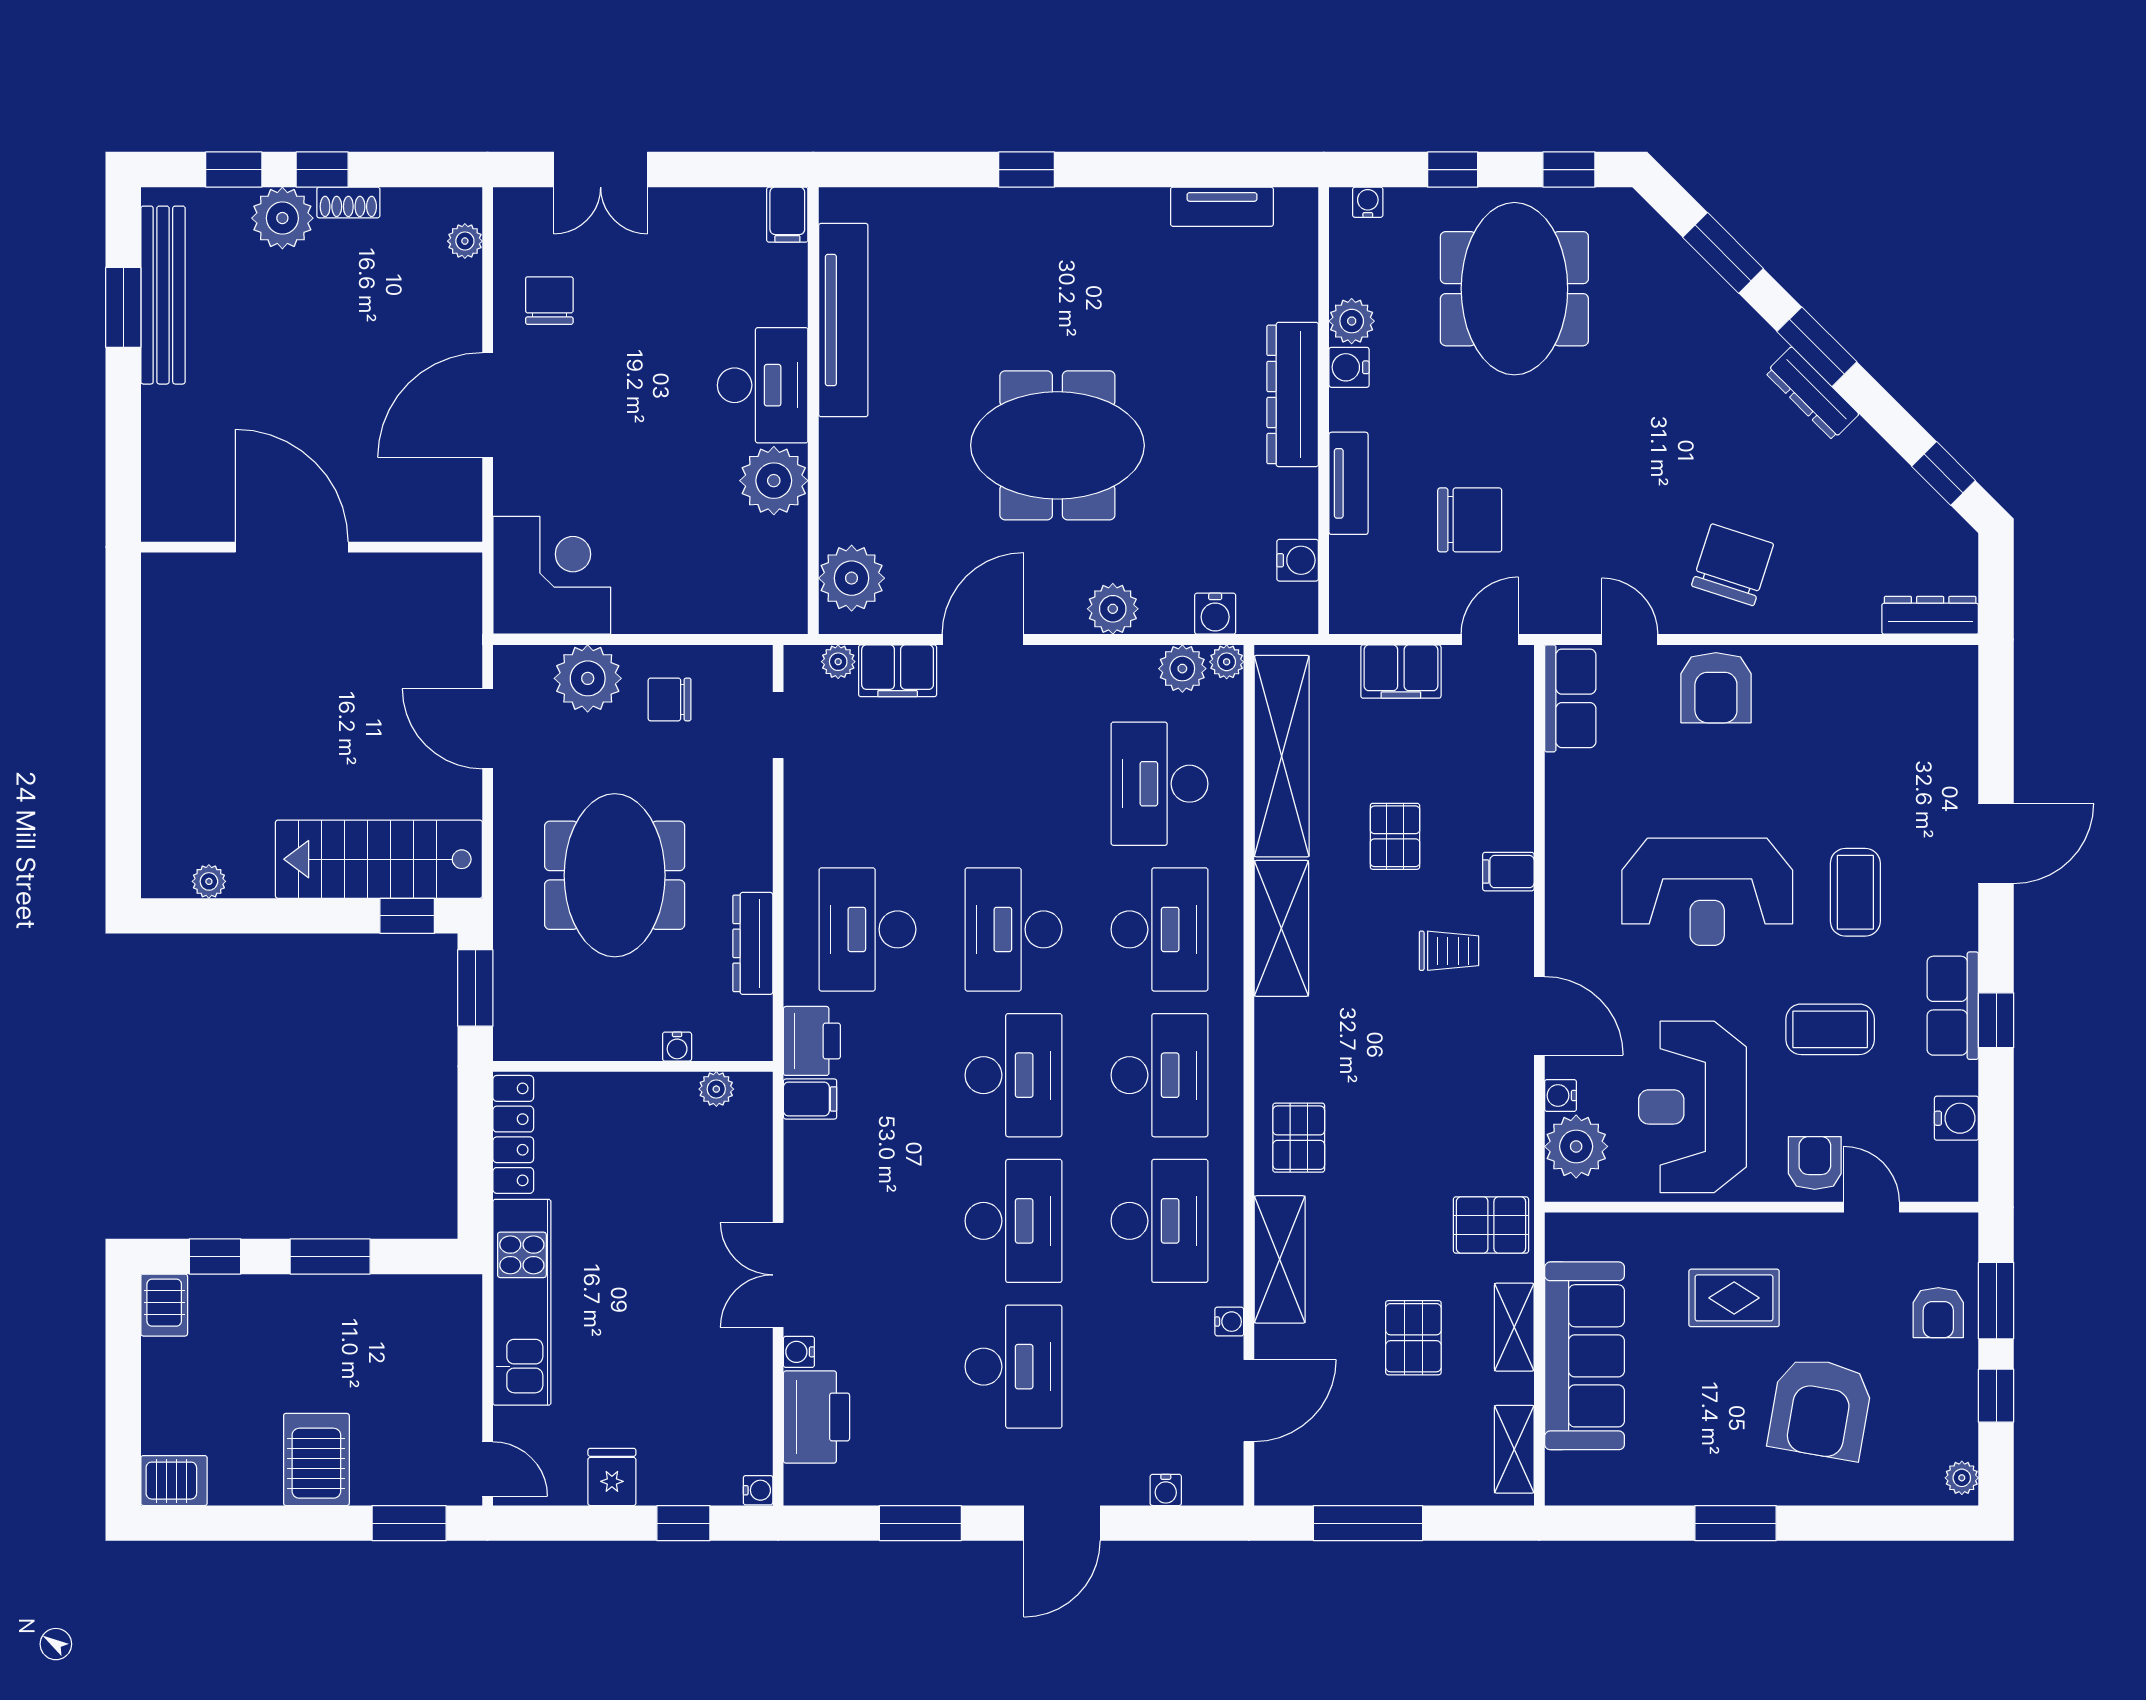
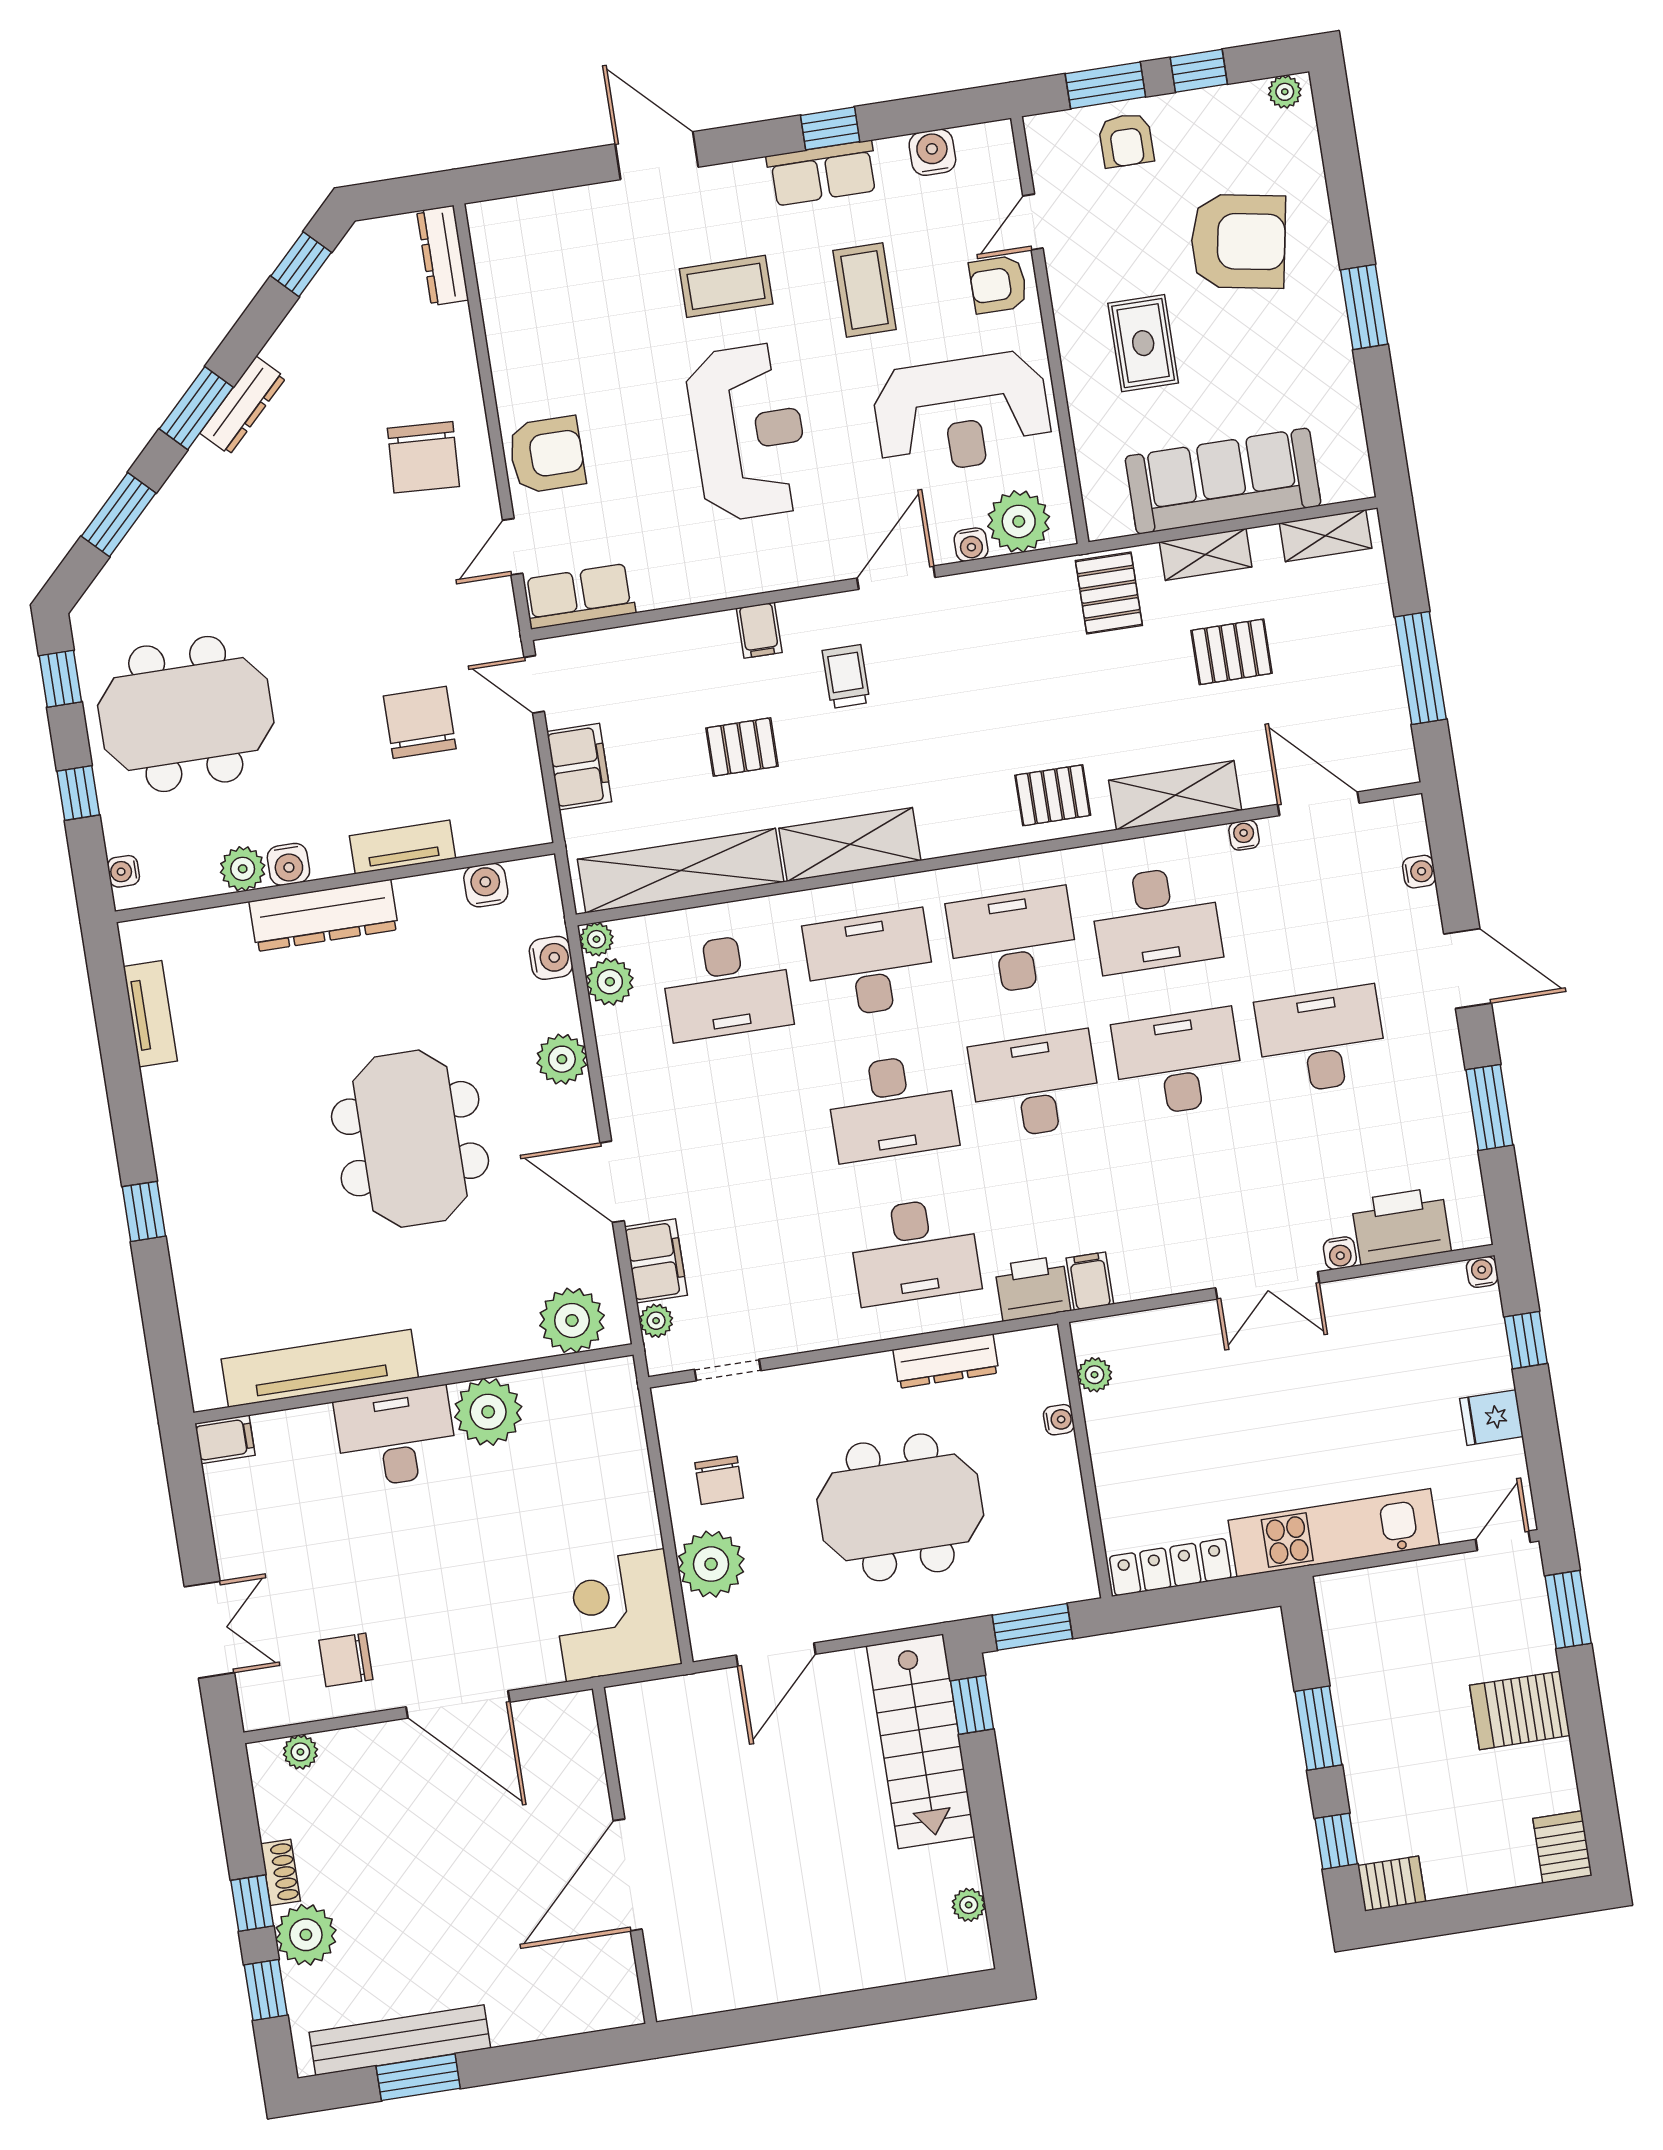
chair: (1733, 565) -> (423, 457), turned -105
desk: (1159, 1221) -> (1156, 919), turned 180
armchair: (1938, 1313) -> (1126, 140), turned 90

